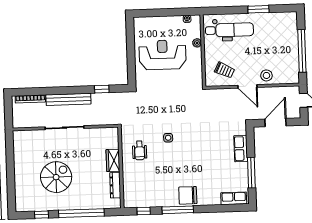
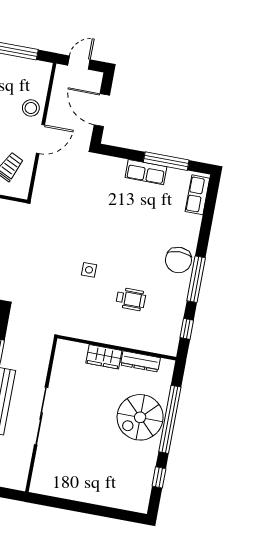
row of seats: (241, 149) -> (146, 172), moved
wheelchair: (140, 151) -> (131, 299), moved
spiral stairs: (56, 177) -> (140, 417), moved, turned -90

